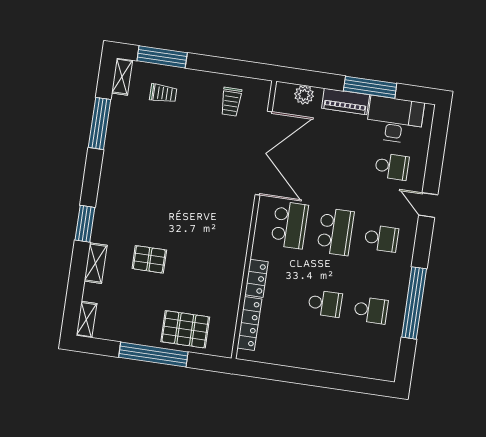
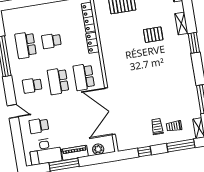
window: (227, 66) -> (144, 151), added
trolley: (231, 102) -> (157, 127), moved
school desk: (371, 310) -> (26, 45), width x1.85

